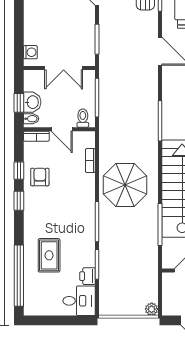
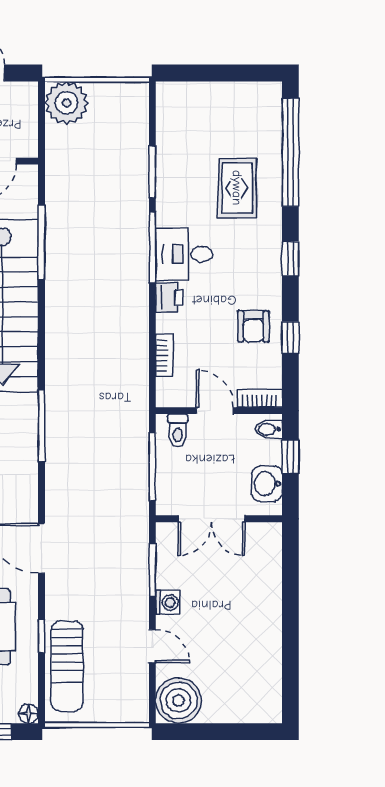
washing machine: (30, 52) -> (168, 602), moved, turned 180
double door: (64, 68) -> (212, 519), swing flipped
washbasin: (32, 102) -> (267, 484), moved
parasol: (125, 185) -> (103, 312), removed
window: (19, 201) -> (290, 259), moved
printer: (87, 276) -> (169, 298), moved
desk: (79, 301) -> (184, 254), moved
plant: (152, 309) -> (66, 103), width x1.88, depth x1.88

